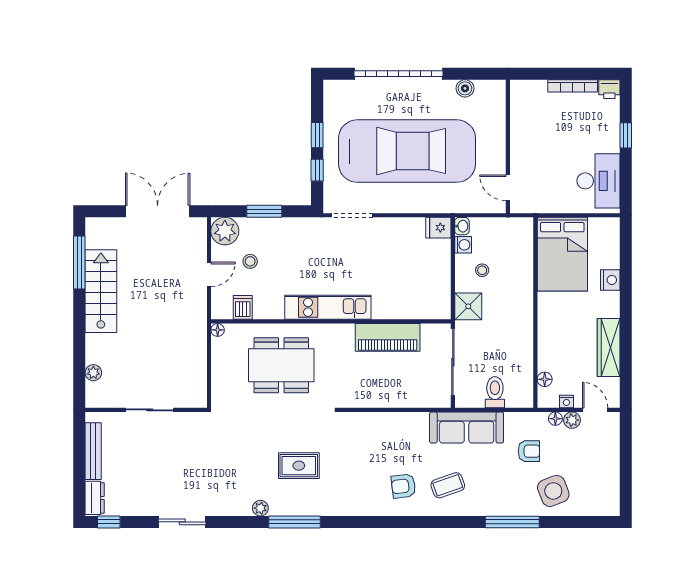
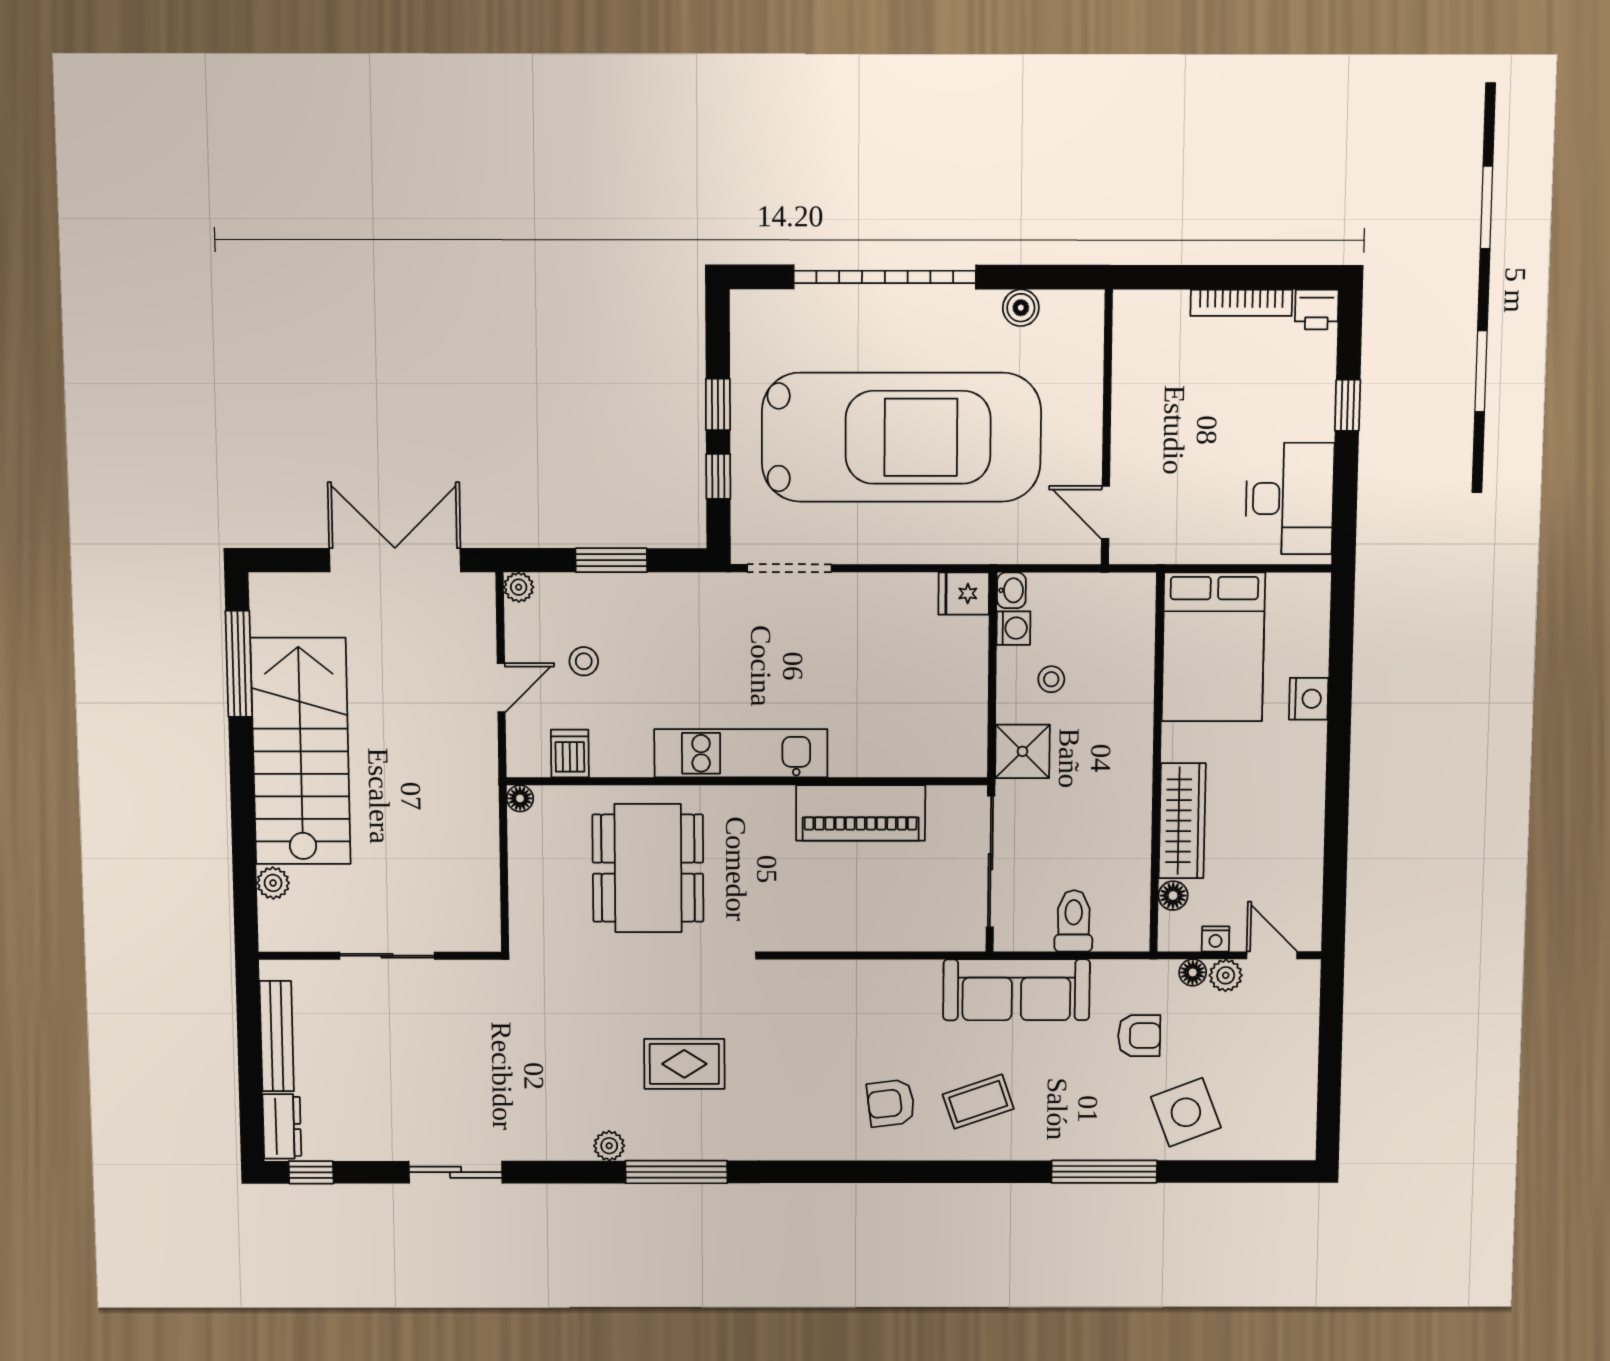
plant: (225, 231) -> (519, 587), width x0.53, depth x0.53
stairs: (101, 291) -> (301, 751), width x1.36, depth x1.51
wardrobe: (609, 347) -> (1182, 821), moved, turned 180
dining table: (281, 365) -> (648, 868), turned 90

